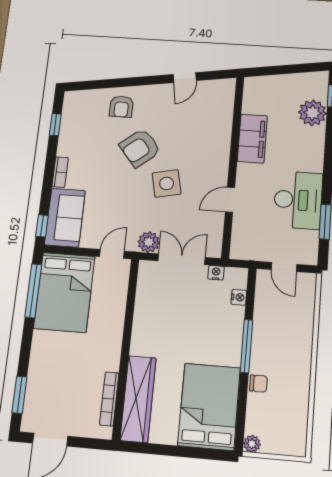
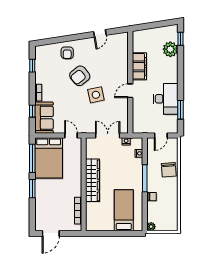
door: (230, 200) -> (130, 91), moved
window: (42, 226) -> (32, 111), moved
plant: (149, 242) -> (90, 128), removed
door: (112, 254) -> (71, 136), hinge flipped
door: (284, 267) -> (161, 136), hinge flipped
chair: (295, 333) -> (169, 170), added
window: (19, 395) -> (32, 189), moved
wardrobe: (138, 399) -> (93, 180), moved
bed: (209, 407) -> (124, 210), width x0.67

